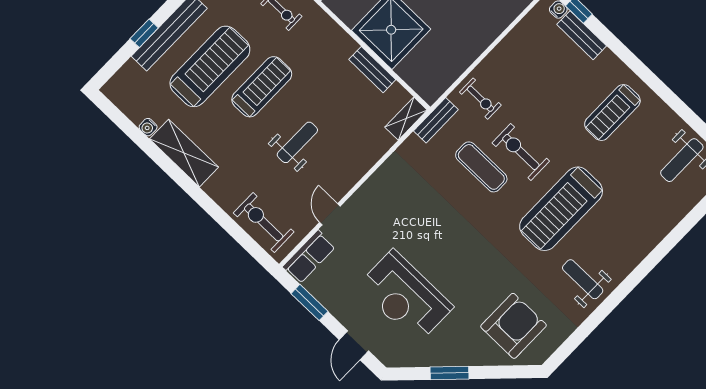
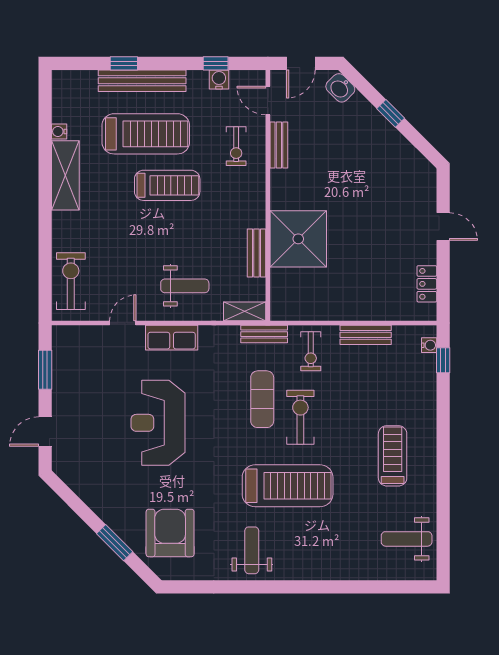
bench: (582, 35) -> (366, 335), moved, turned 90
treadmill: (612, 113) -> (393, 456), turned 90
weight bench: (297, 142) -> (185, 286), moved
treadmill: (561, 209) -> (288, 486), turned 180
row of seats: (309, 257) -> (172, 338), moved
reception desk: (405, 296) -> (158, 423), moved
armchair: (513, 326) -> (170, 533), turned -90
window: (449, 373) -> (115, 543), moved

